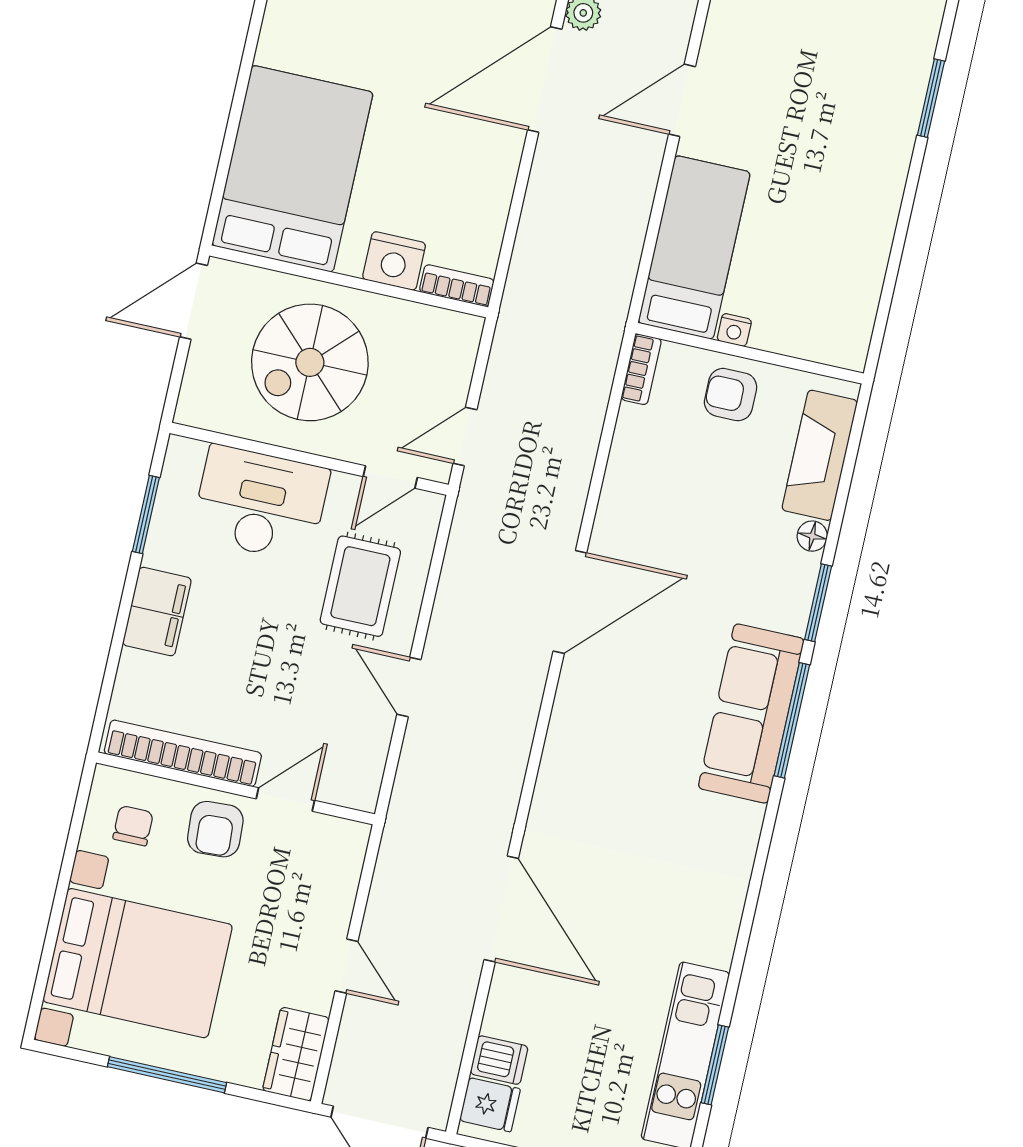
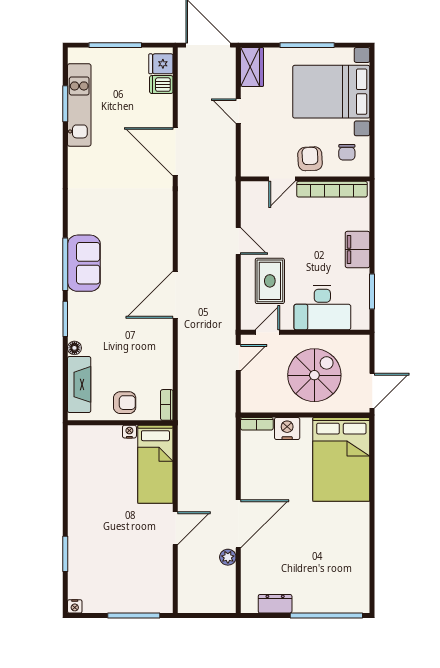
sofa: (751, 713) -> (84, 263), width x0.73

